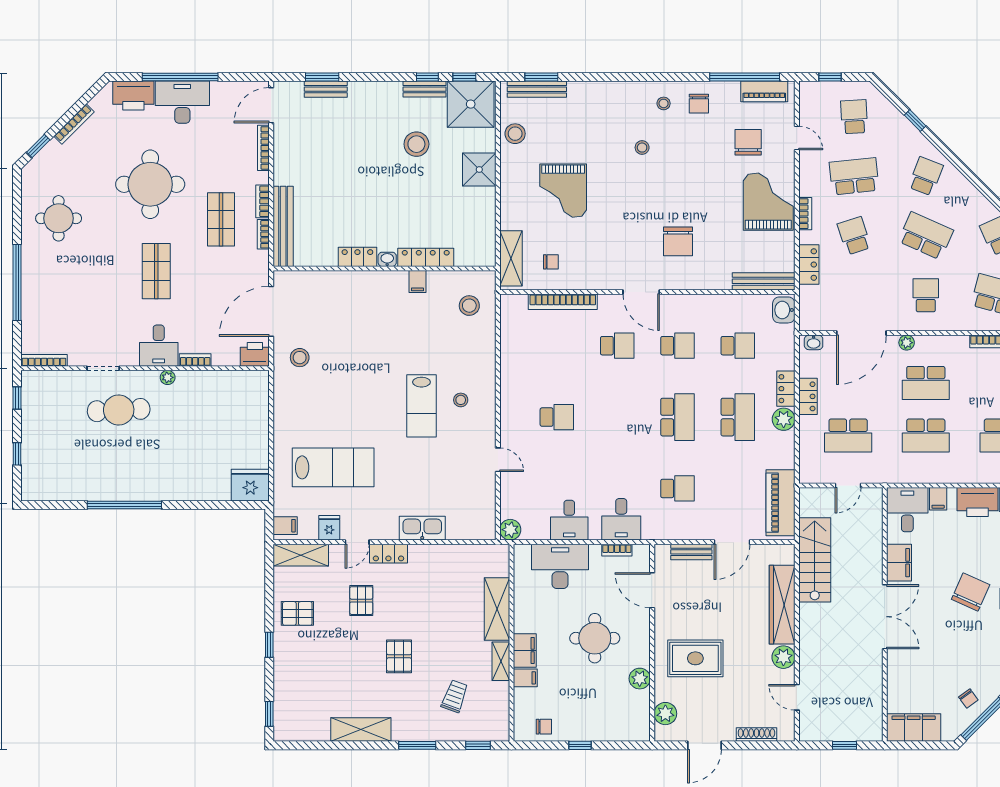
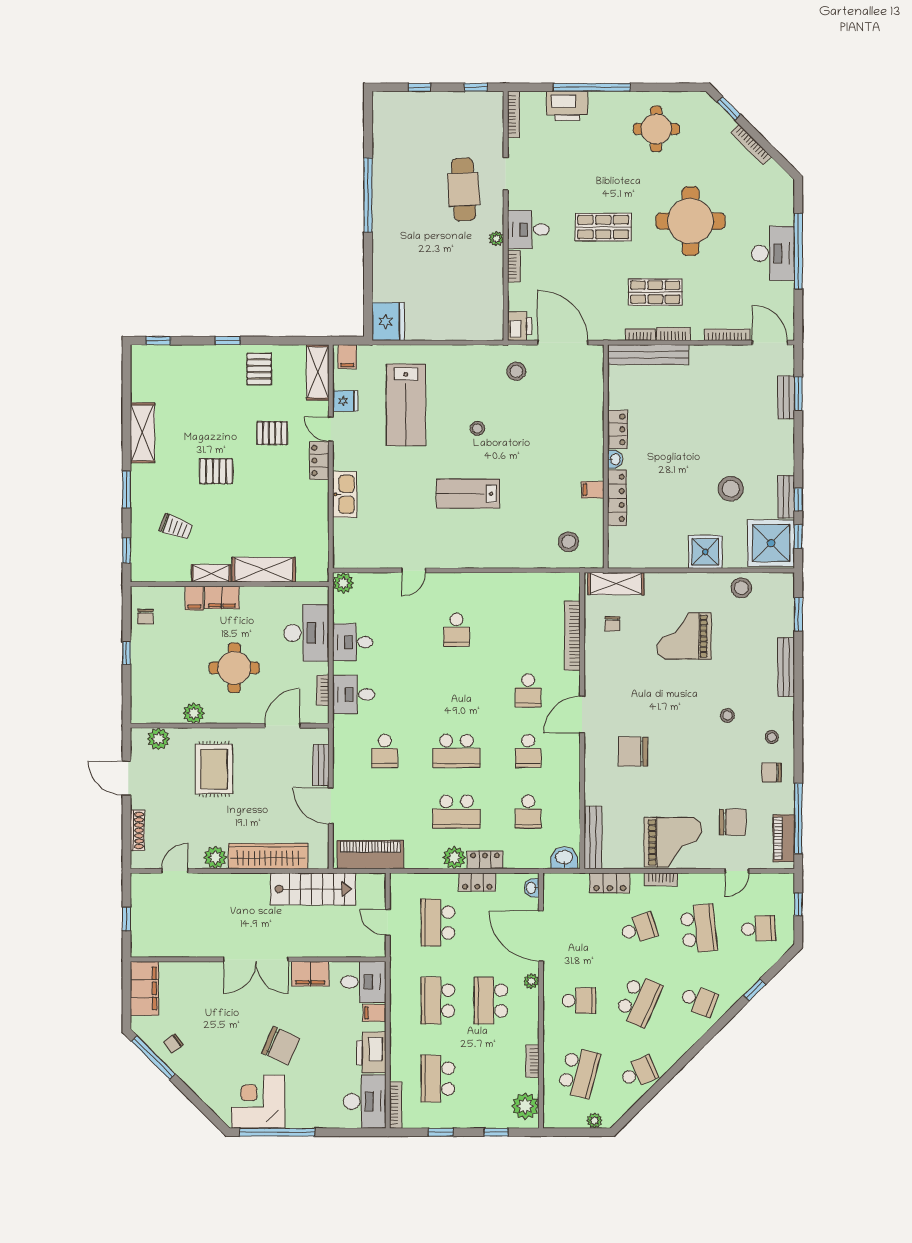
bench: (537, 89) -> (786, 667), moved
printer: (133, 96) -> (567, 106), moved, turned -90
stool: (461, 400) -> (477, 428), moved

